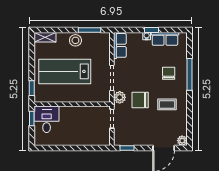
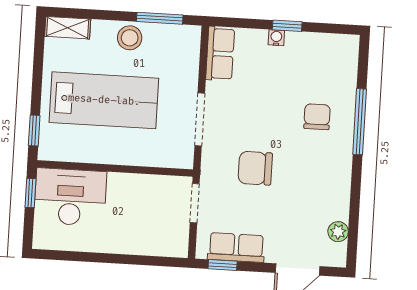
row of seats: (165, 39) -> (236, 248), moved, turned 180
lab bench: (65, 71) -> (104, 100), turned 180
plant: (120, 97) -> (213, 160), removed
coffee table: (167, 104) -> (310, 181), removed
desk: (47, 119) -> (70, 197), width x1.37
plant: (182, 141) -> (338, 232), moved

